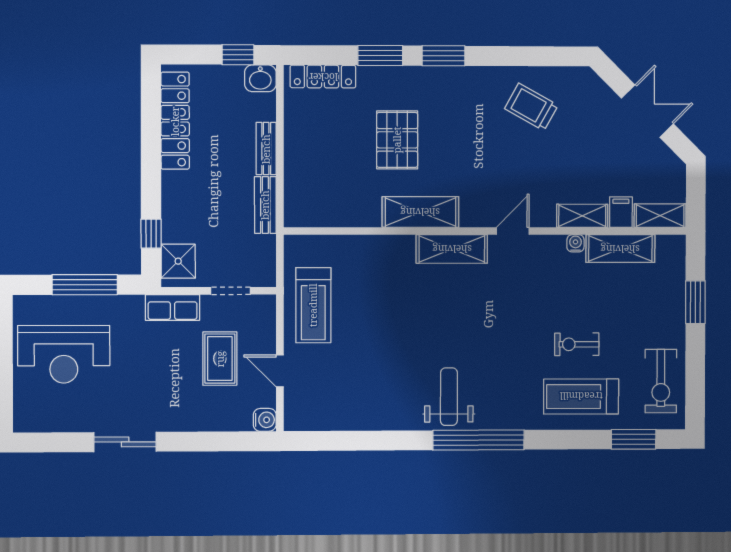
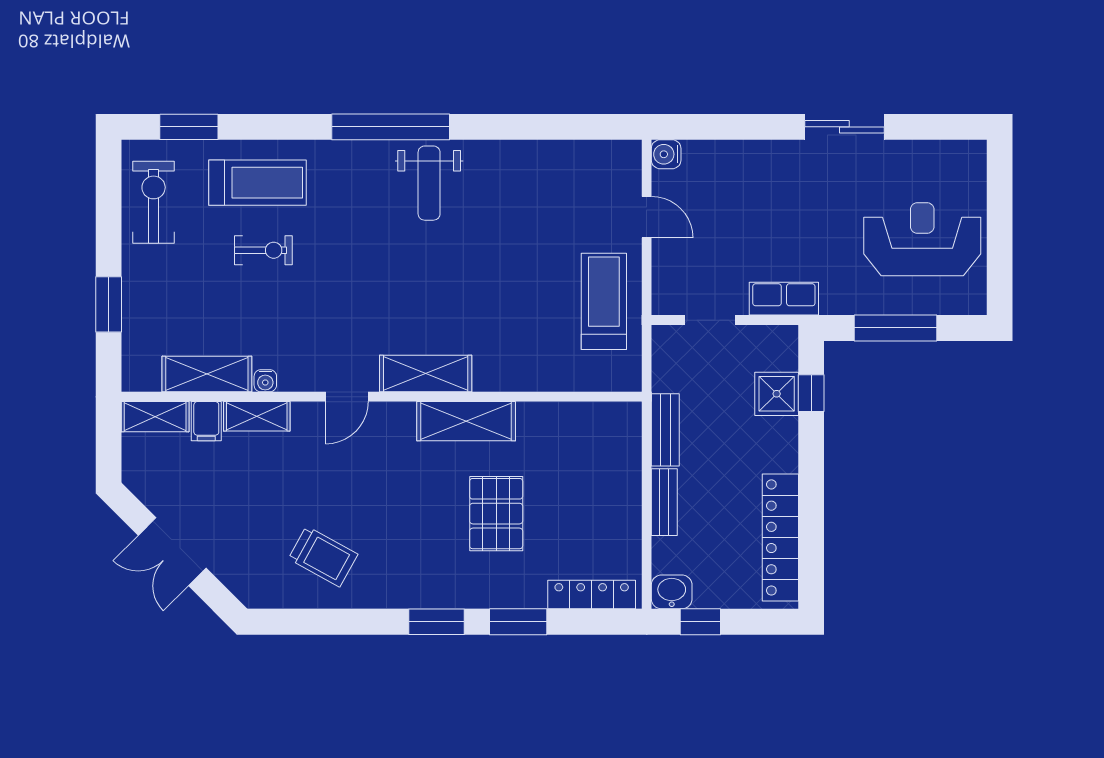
shower: (178, 261) -> (777, 394), moved
rug: (220, 359) -> (724, 233), removed

